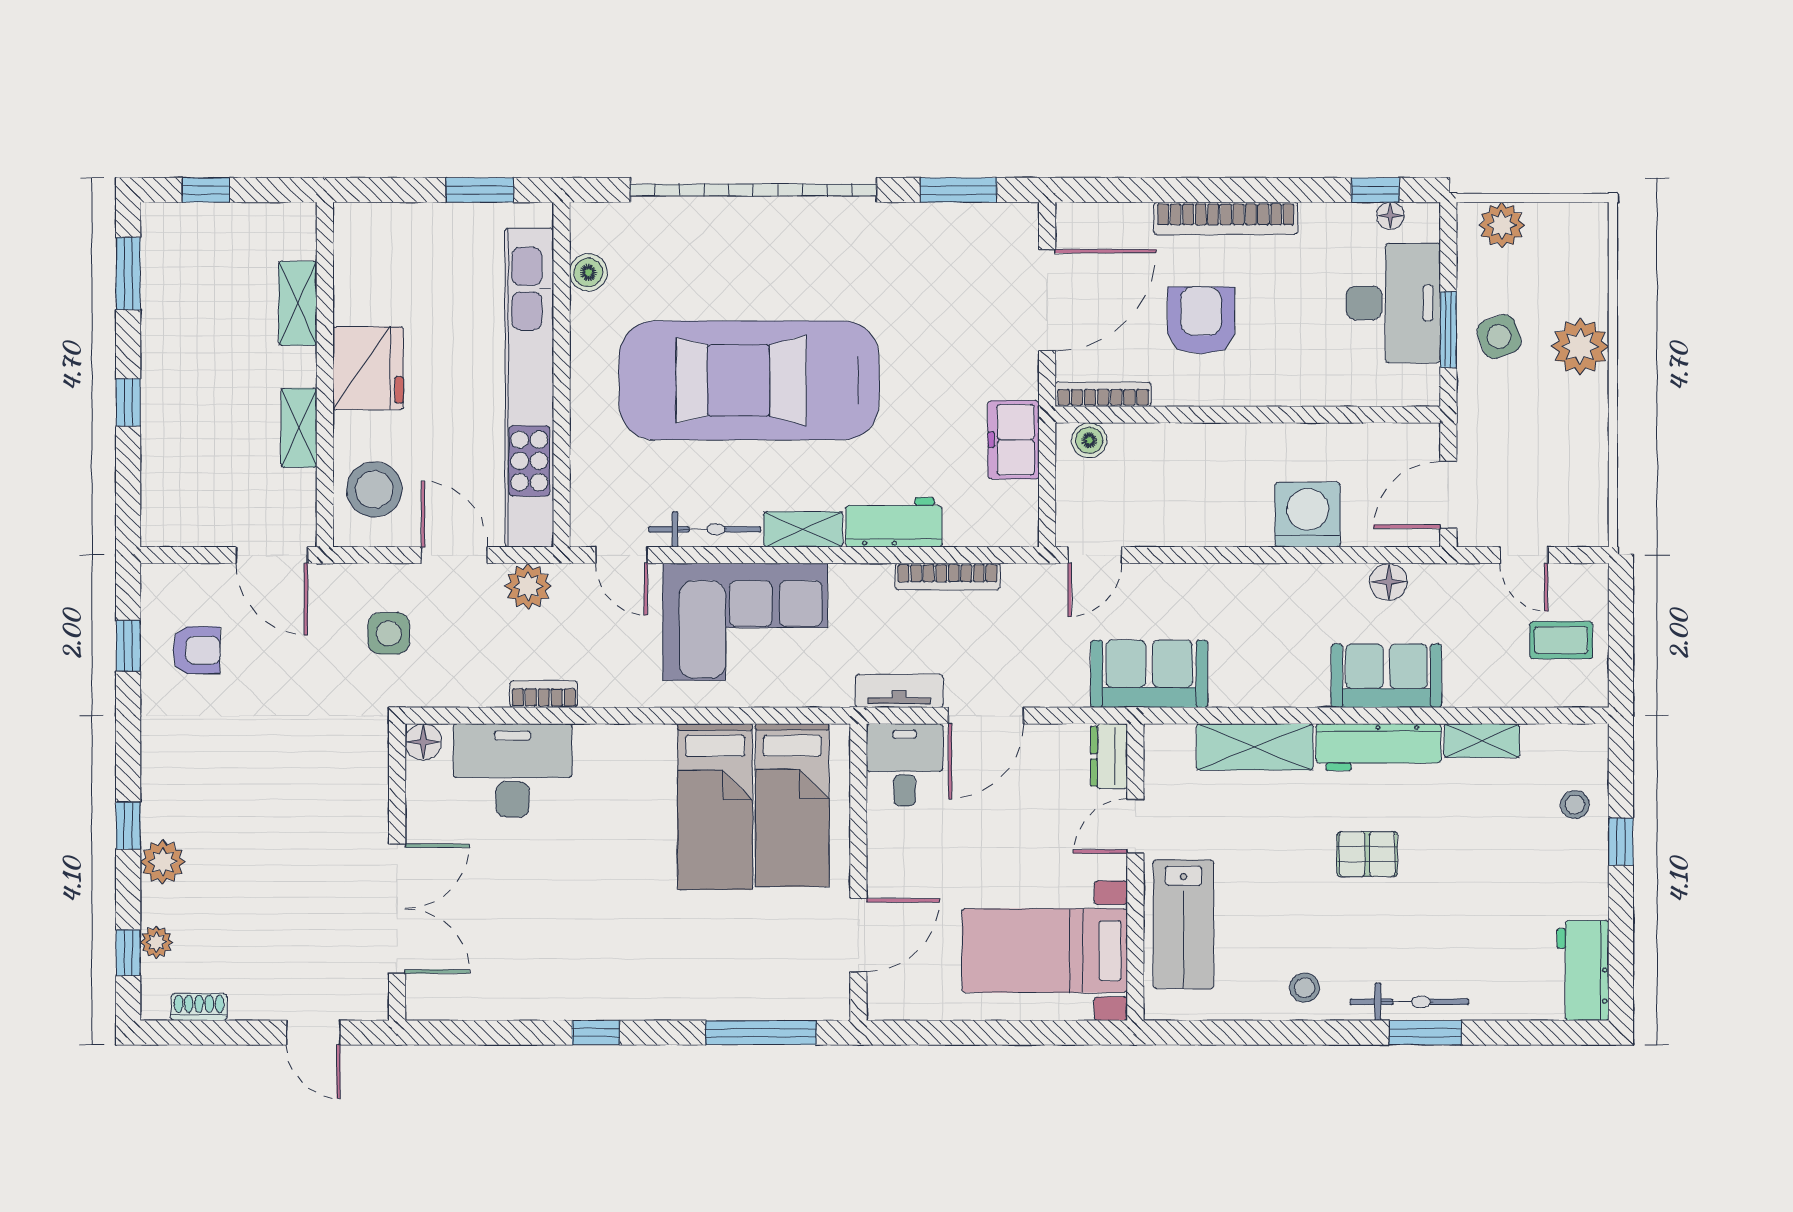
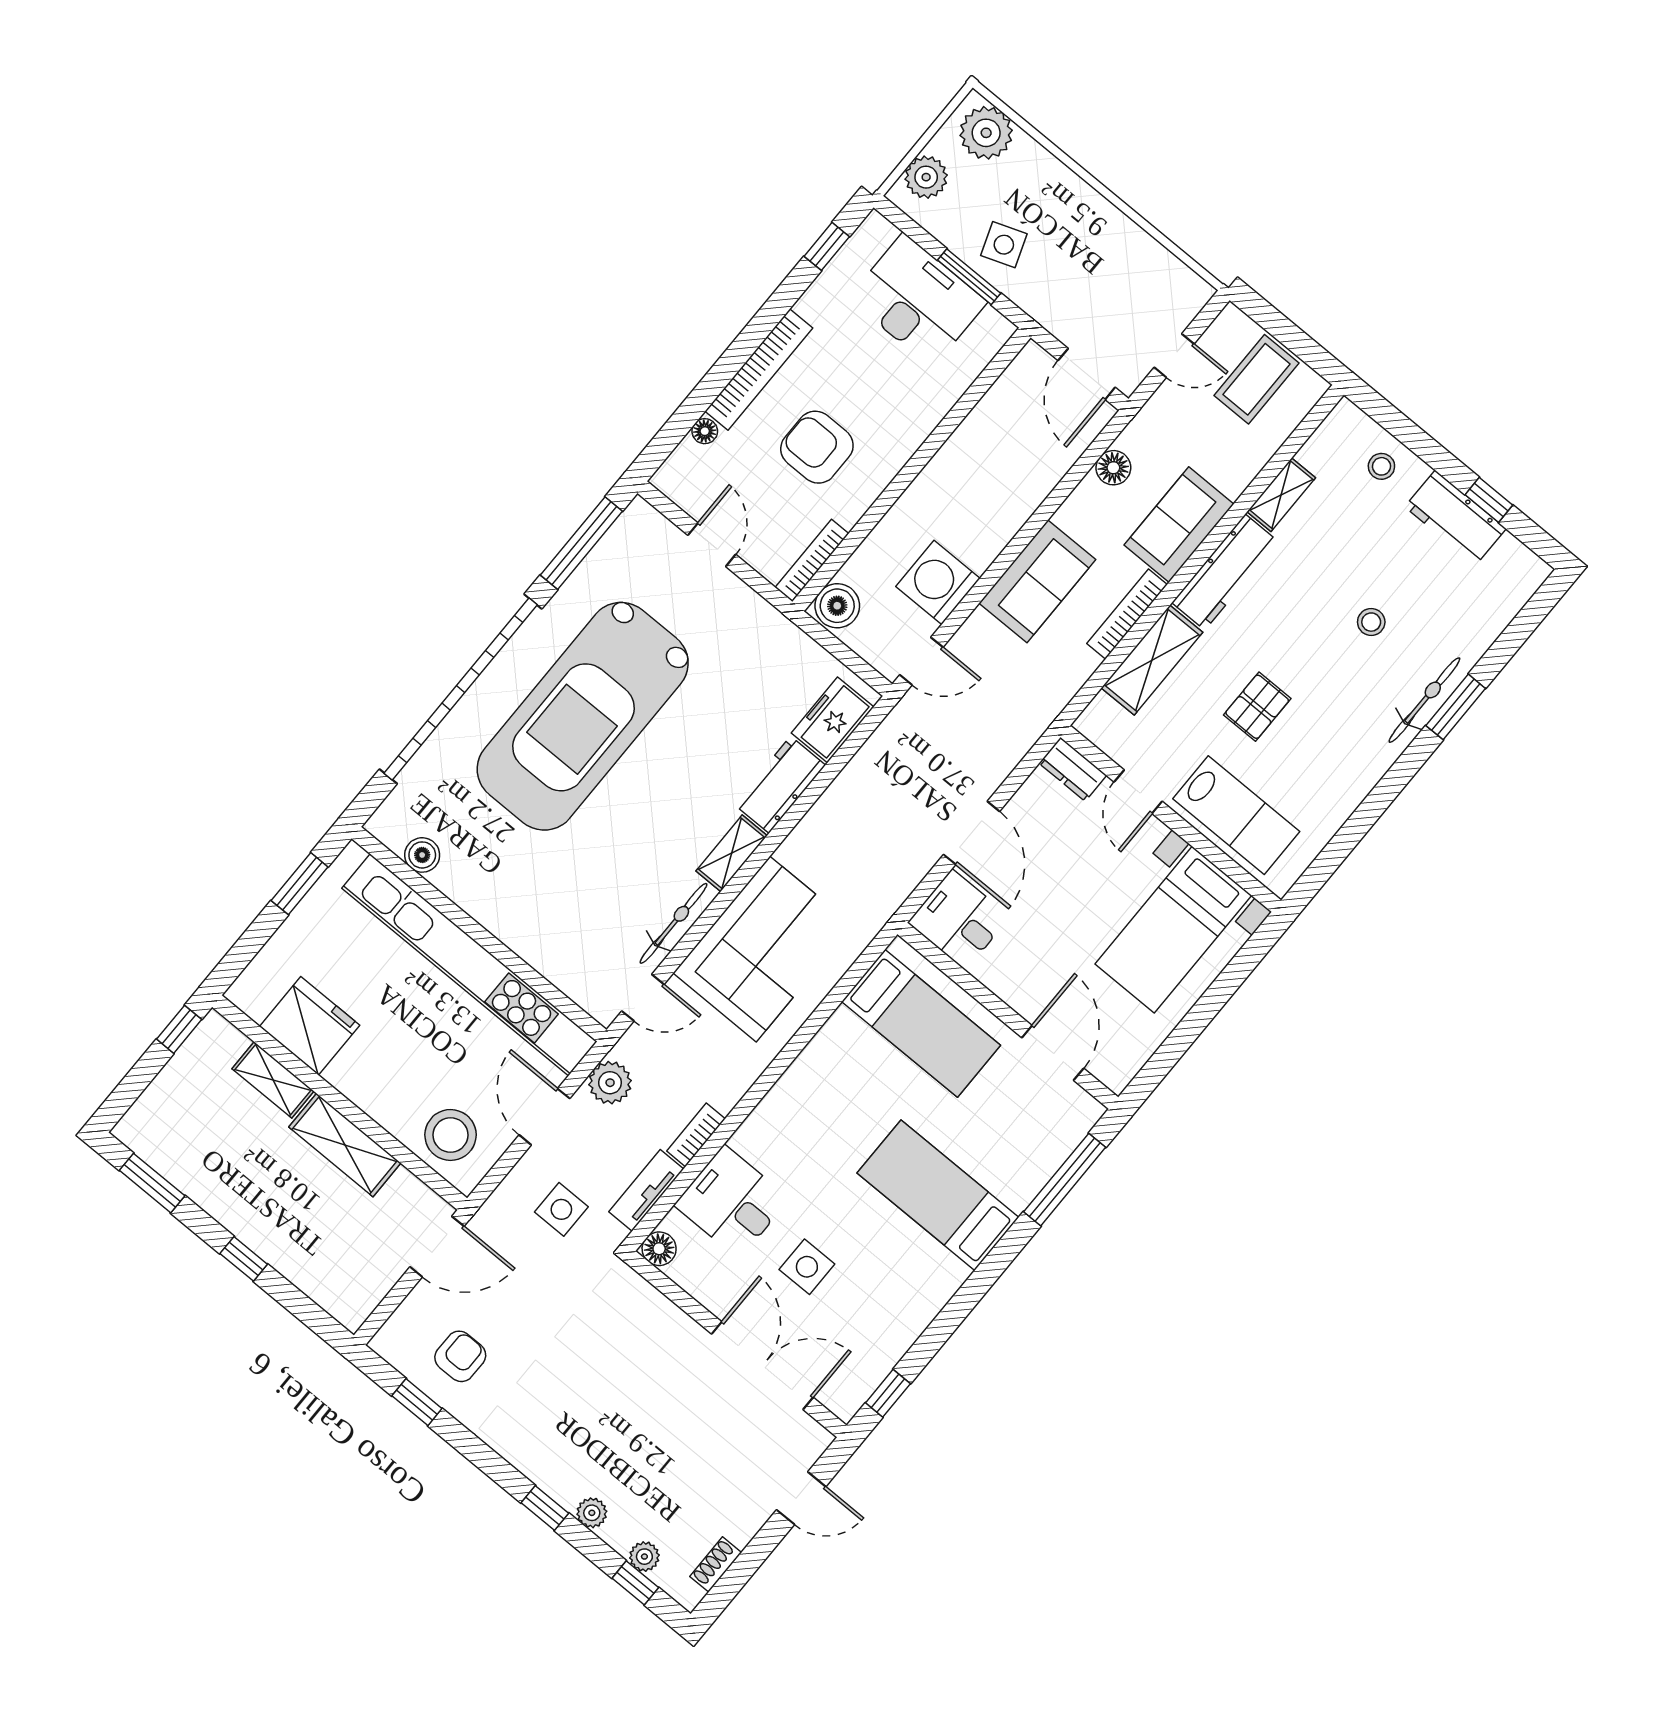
window: (206, 190) -> (179, 1029), moved
window: (959, 190) -> (581, 543), width x1.44
floor lamp: (1390, 216) -> (705, 431), moved
door: (1047, 300) -> (712, 545), width x0.53
plant: (1580, 346) -> (986, 133), moved
fridge: (368, 368) -> (310, 1026), moved
car: (749, 380) -> (583, 716), moved
shelving: (299, 428) -> (345, 1145), width x1.50, depth x1.33
freezer: (1014, 440) -> (833, 720), moved, turned 90
boiler: (1089, 440) -> (837, 606), width x1.36, depth x1.36
washing machine: (1308, 515) -> (938, 582), moved
door: (454, 555) -> (544, 1117), hinge flipped
door: (1095, 555) -> (921, 661), hinge flipped
bookcase: (948, 577) -> (1127, 614), moved, turned 180
coffee table: (1561, 640) -> (1257, 379), width x1.36, depth x1.30
sofa: (1149, 674) -> (1037, 581), moved, turned 180
tv unit: (899, 691) -> (646, 1190), moved
desk: (513, 770) -> (732, 1202), width x0.73
bed: (715, 807) -> (938, 1195), moved, turned 180
window: (1621, 842) -> (1489, 500), moved
pallet: (1367, 854) -> (1257, 707), moved
plant: (163, 862) -> (592, 1513), width x0.73, depth x0.73
side table: (510, 878) -> (807, 1267), added
workbench: (1583, 970) -> (1455, 518), moved
stool: (1305, 988) -> (1371, 622), moved
window: (596, 1033) -> (888, 1393), moved

